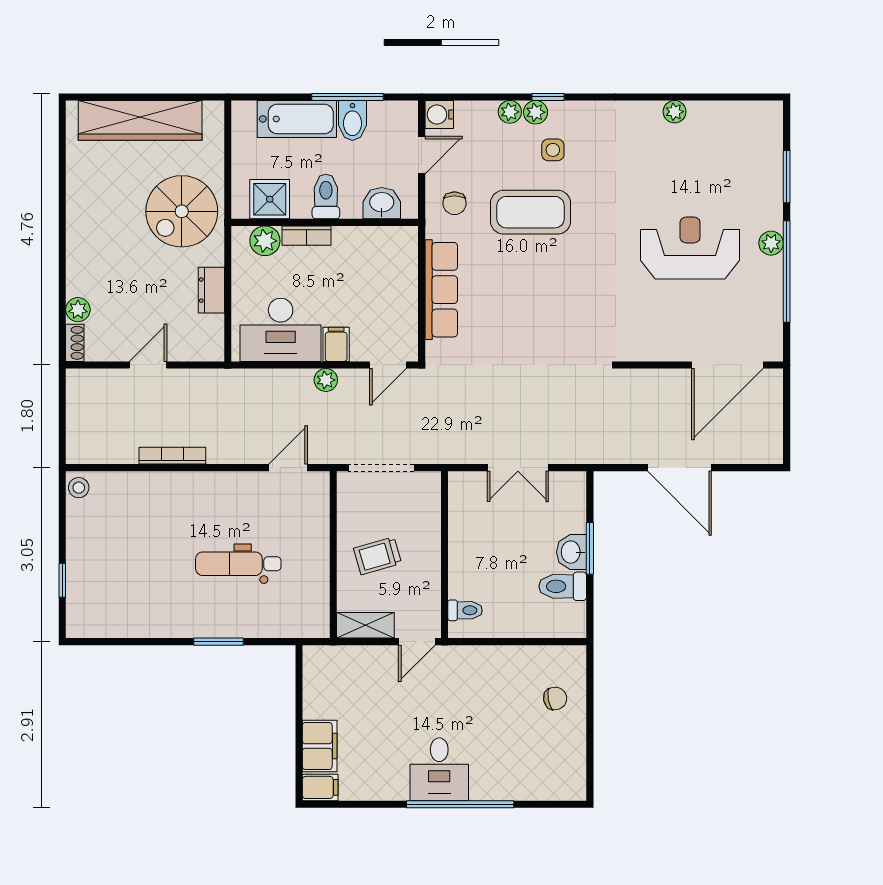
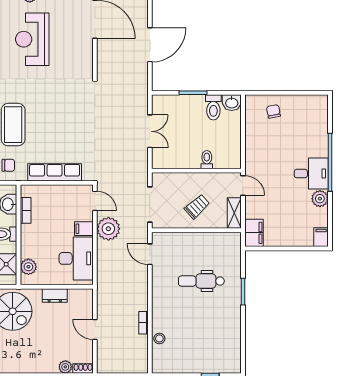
bookcase: (307, 236) -> (26, 210), moved
plant: (326, 380) -> (108, 229), width x1.88, depth x1.88
bookcase: (172, 456) -> (143, 323), width x0.64
stool: (79, 488) -> (159, 338), moved
washbasin: (572, 552) -> (232, 103), moved
trolley: (378, 556) -> (197, 206), turned -116
dental chair: (238, 564) -> (201, 281), turned 90
toilet: (465, 610) -> (207, 160), moved
filing cabinet: (320, 746) -> (254, 233), moved, turned 90
plant: (392, 785) -> (320, 199), added

